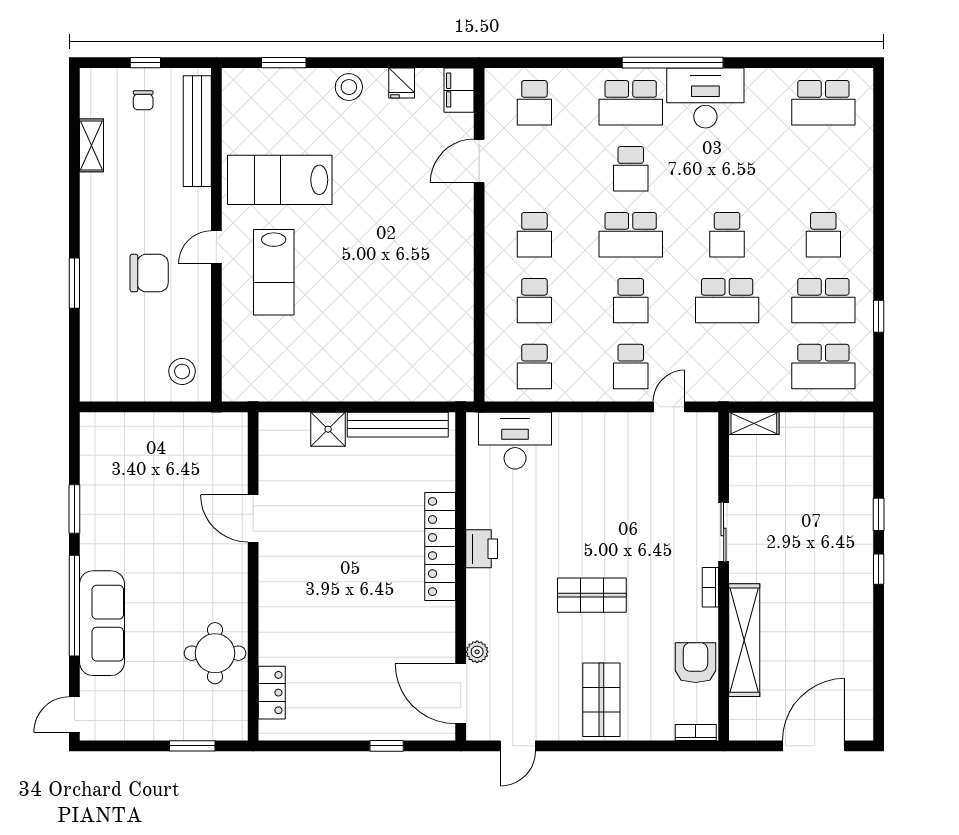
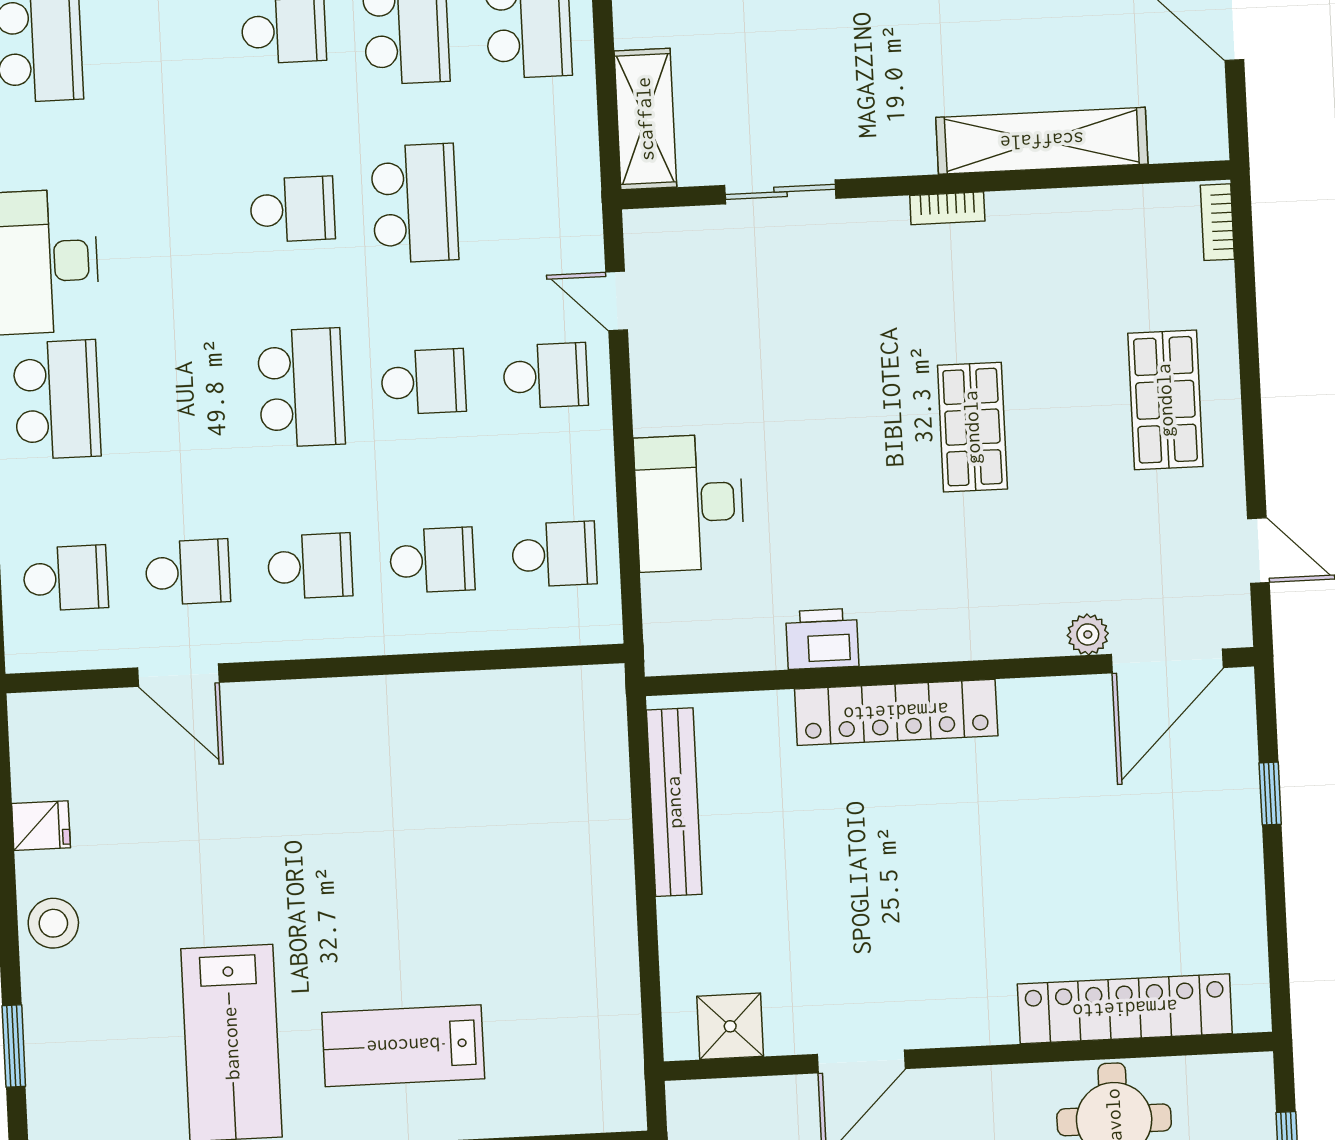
filing cabinet: (459, 90) -> (49, 719), removed
school desk: (631, 169) -> (188, 572), moved
lab bench: (274, 272) -> (403, 1046), turned 180
shelving: (754, 423) -> (645, 119), width x1.50, depth x1.33
shower: (328, 429) -> (730, 1026), moved
desk: (515, 441) -> (689, 503), moved
sliding door: (724, 532) -> (780, 192), moved
printer: (482, 549) -> (822, 639), moved
armchair: (695, 663) -> (1088, 229), removed
locker: (272, 693) -> (1125, 1009), width x2.16, depth x1.21
shop shelf: (601, 700) -> (1165, 400), turned 90

